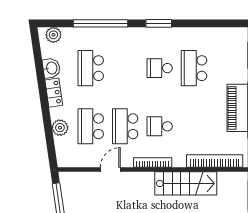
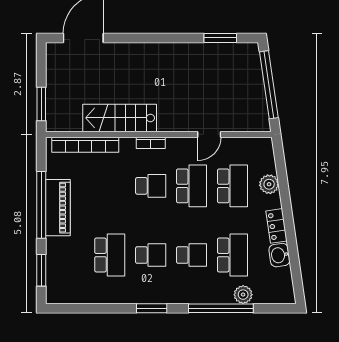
plant: (53, 35) -> (243, 295), moved
school desk: (125, 68) -> (192, 255), added
bookcase: (153, 162) -> (151, 143), width x0.64

